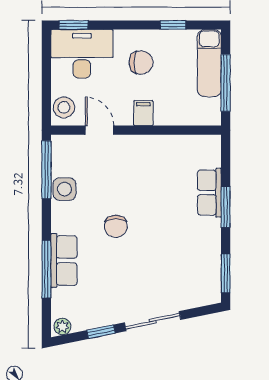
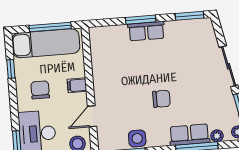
exam couch: (209, 63) -> (46, 43), width x1.36, depth x1.45
row of seats: (209, 193) -> (146, 31), moved
plant: (59, 298) -> (217, 136), added

